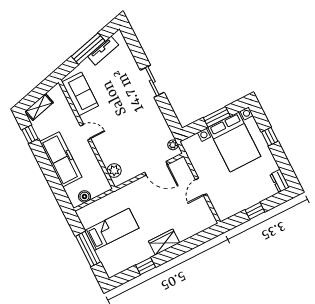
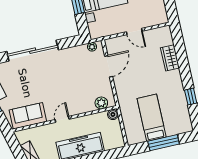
sliding door: (152, 81) -> (33, 51), width x1.86
boiler: (84, 196) -> (113, 114), moved
wardrobe: (164, 242) -> (170, 58), moved

